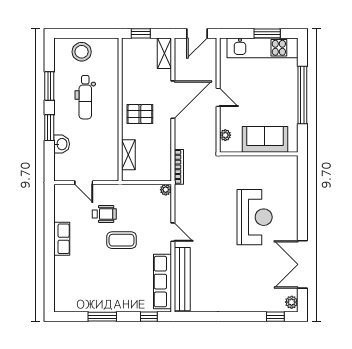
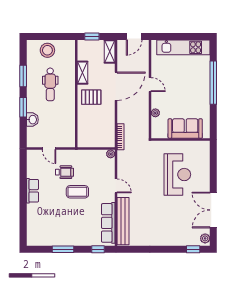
window: (267, 33) -> (187, 36), removed
sofa: (265, 139) -> (185, 129), moved
wall: (259, 154) -> (181, 139), moved
shelving: (128, 155) -> (83, 73), moved

